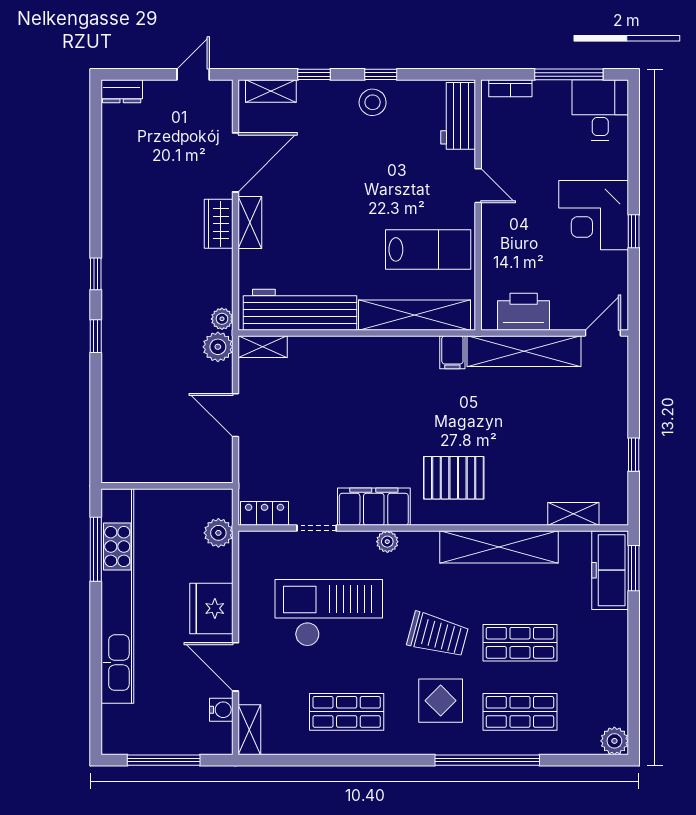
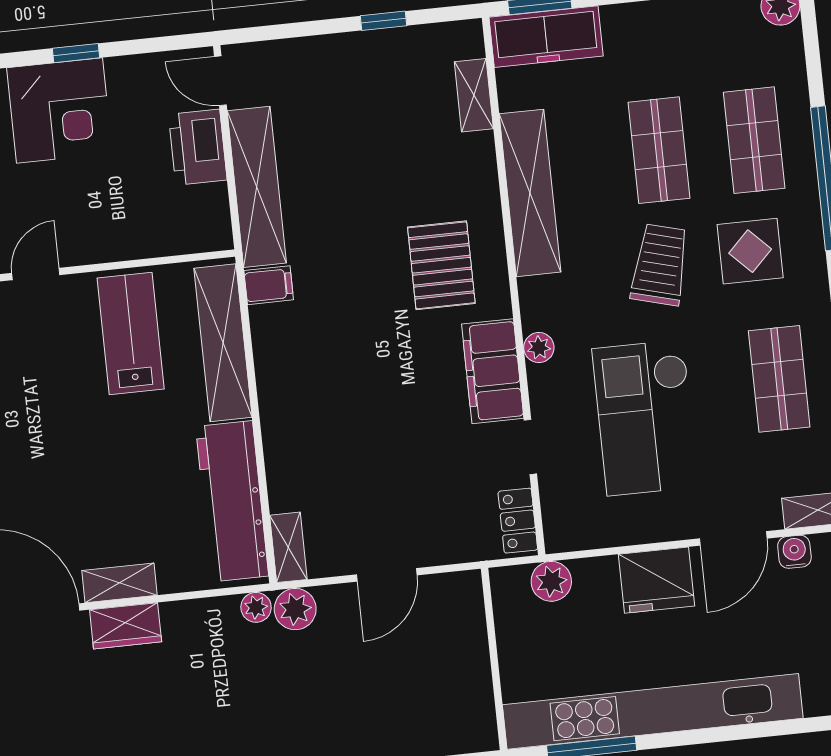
printer: (524, 312) -> (198, 147), moved

